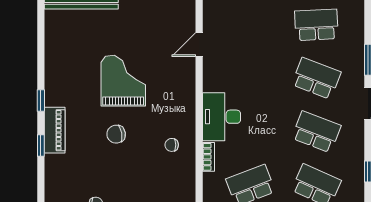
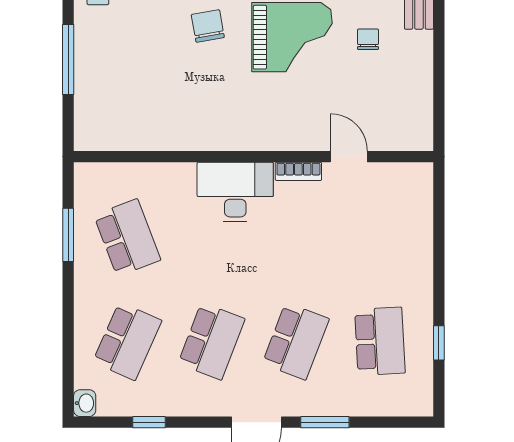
chair: (172, 145) -> (368, 39), moved
bookcase: (208, 157) -> (298, 171), moved

